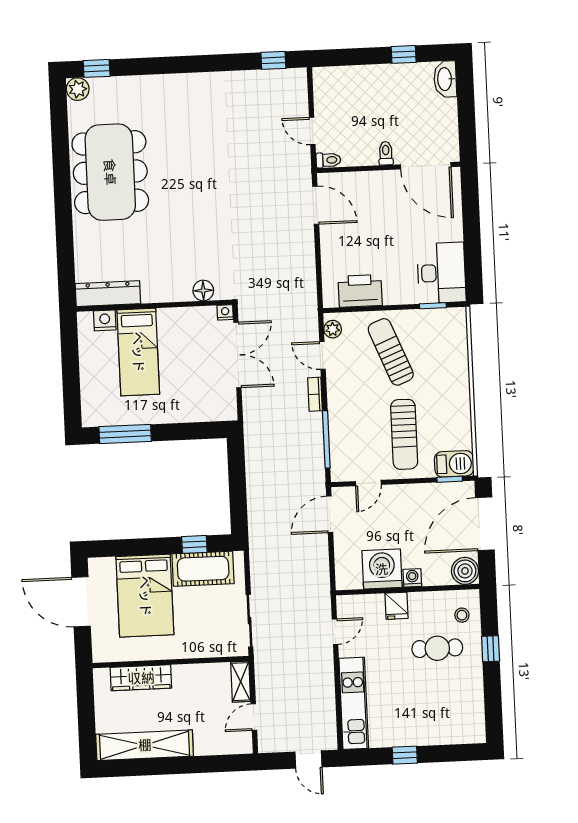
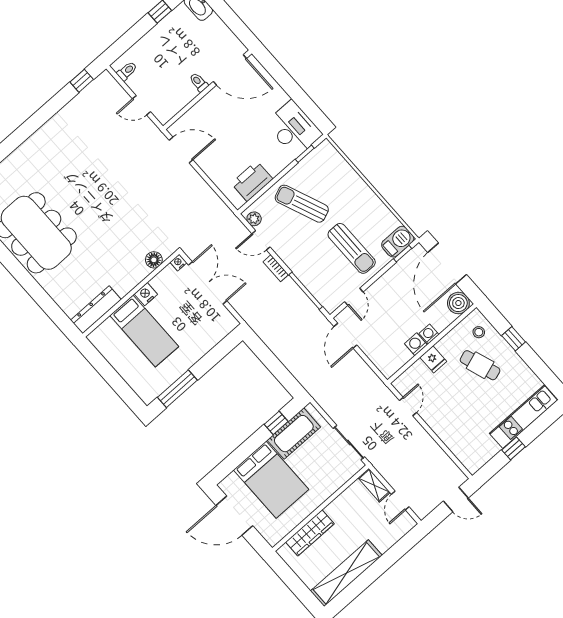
toilet: (328, 160) -> (127, 71), moved
nightstand: (105, 320) -> (146, 294), moved
washing machine: (382, 569) -> (416, 344), width x0.53, depth x0.53
cafe table: (437, 648) -> (480, 365), turned 71
kitchen unit: (354, 703) -> (523, 417), moved, turned -90

